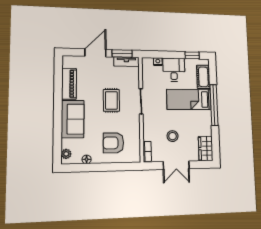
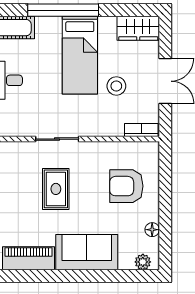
bed: (189, 99) -> (80, 55), moved
rug: (111, 100) -> (56, 189), turned 90
armchair: (113, 143) -> (126, 186), turned 90

